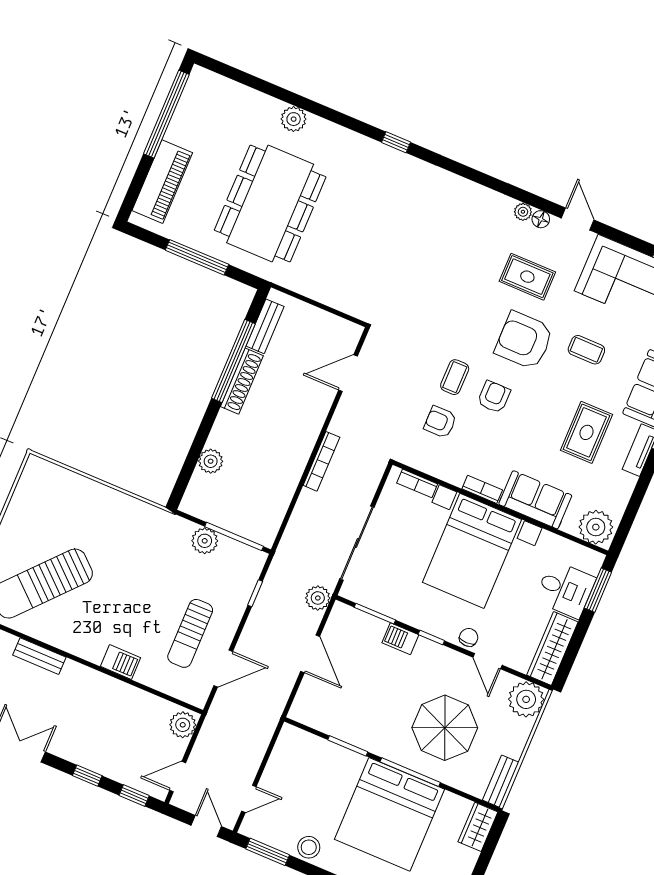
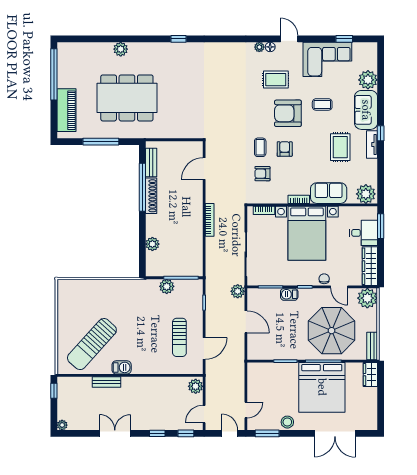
dining table: (270, 204) -> (127, 98), turned 90
barbecue: (120, 662) -> (122, 367), moved
parasol: (445, 728) -> (332, 331), width x1.36, depth x1.36

